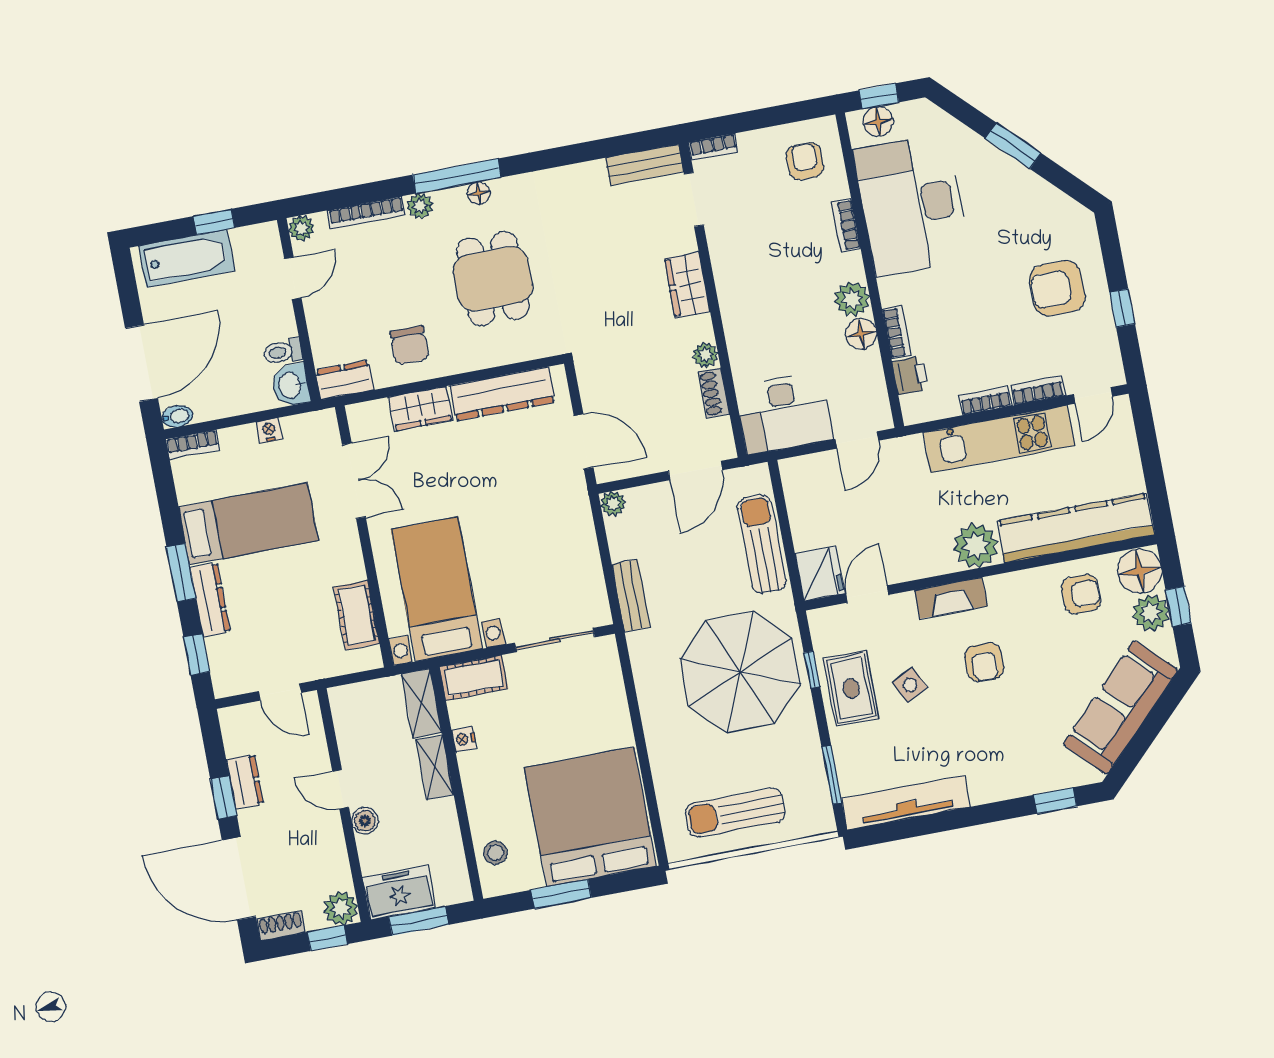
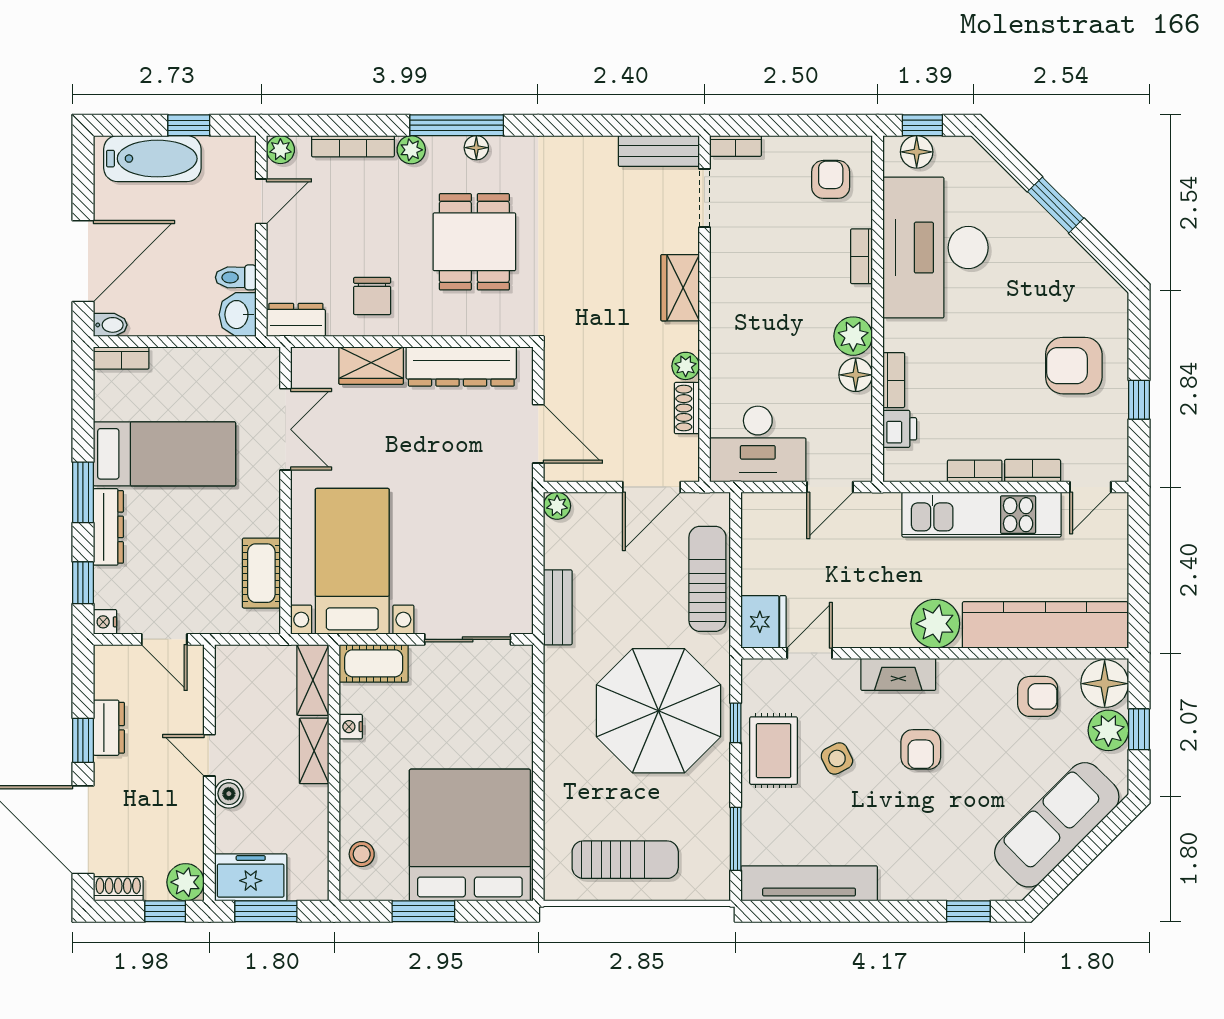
nightstand: (269, 430) -> (105, 622), moved, turned -90
sun lounger: (735, 813) -> (625, 860), turned 180

